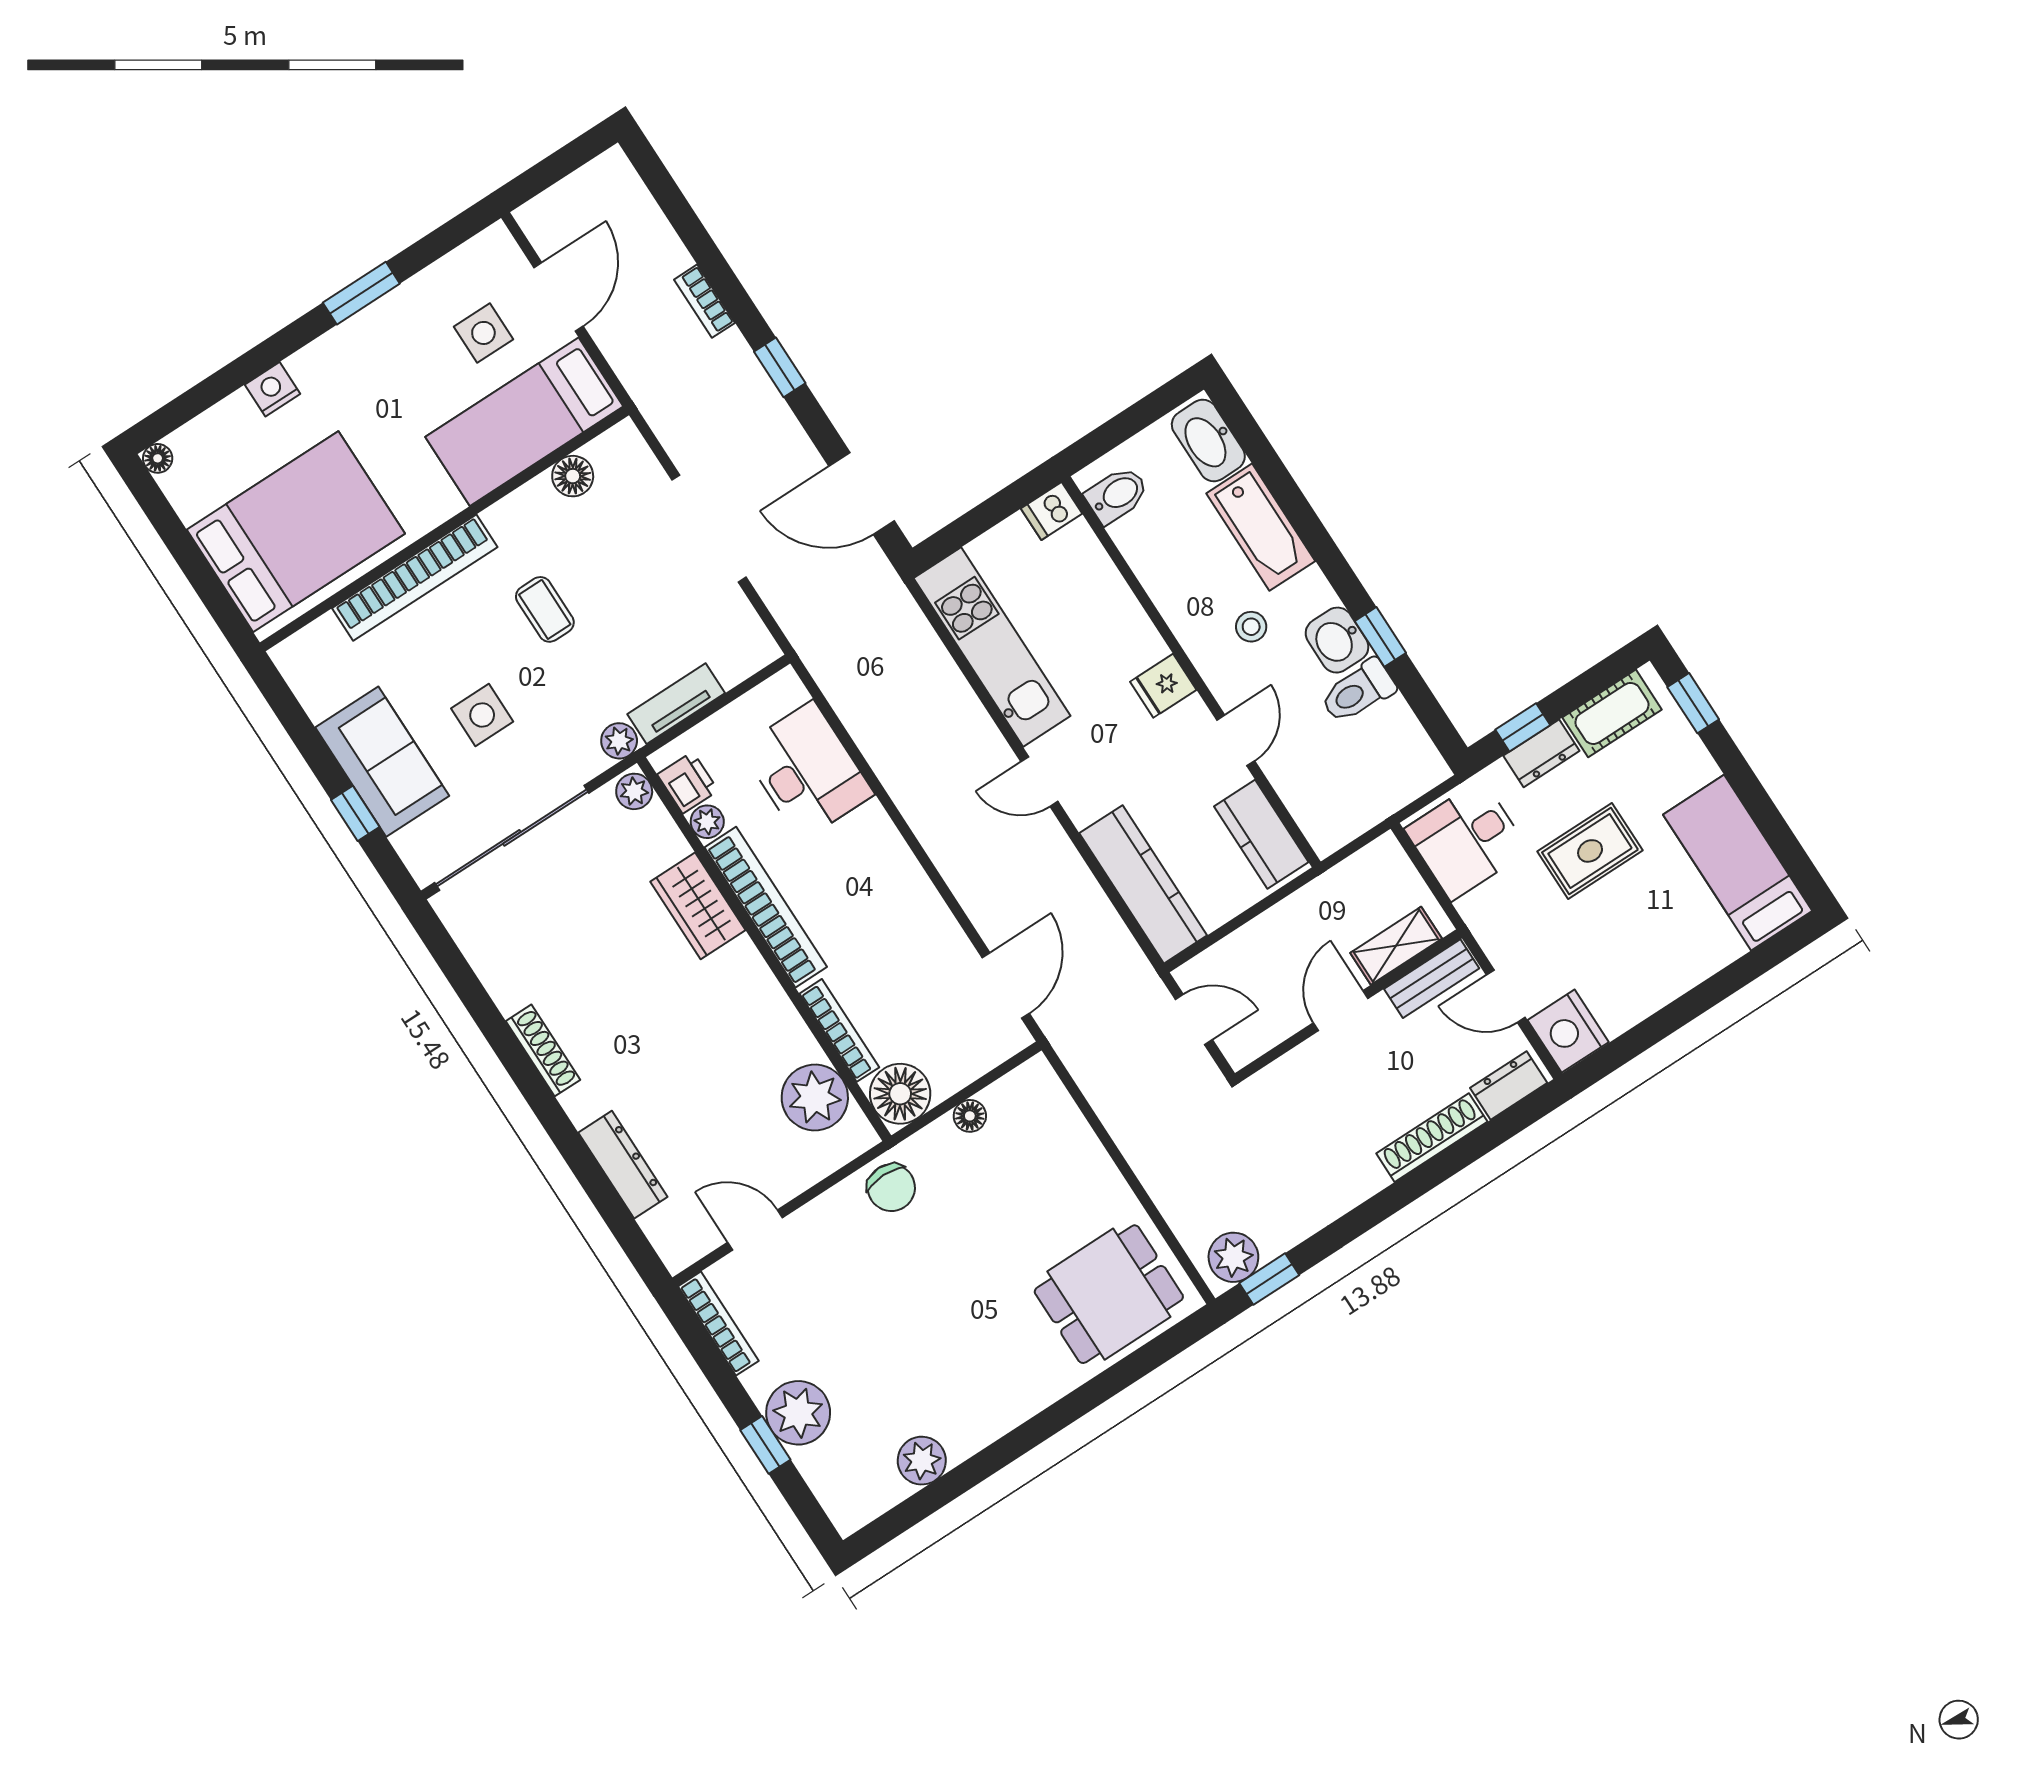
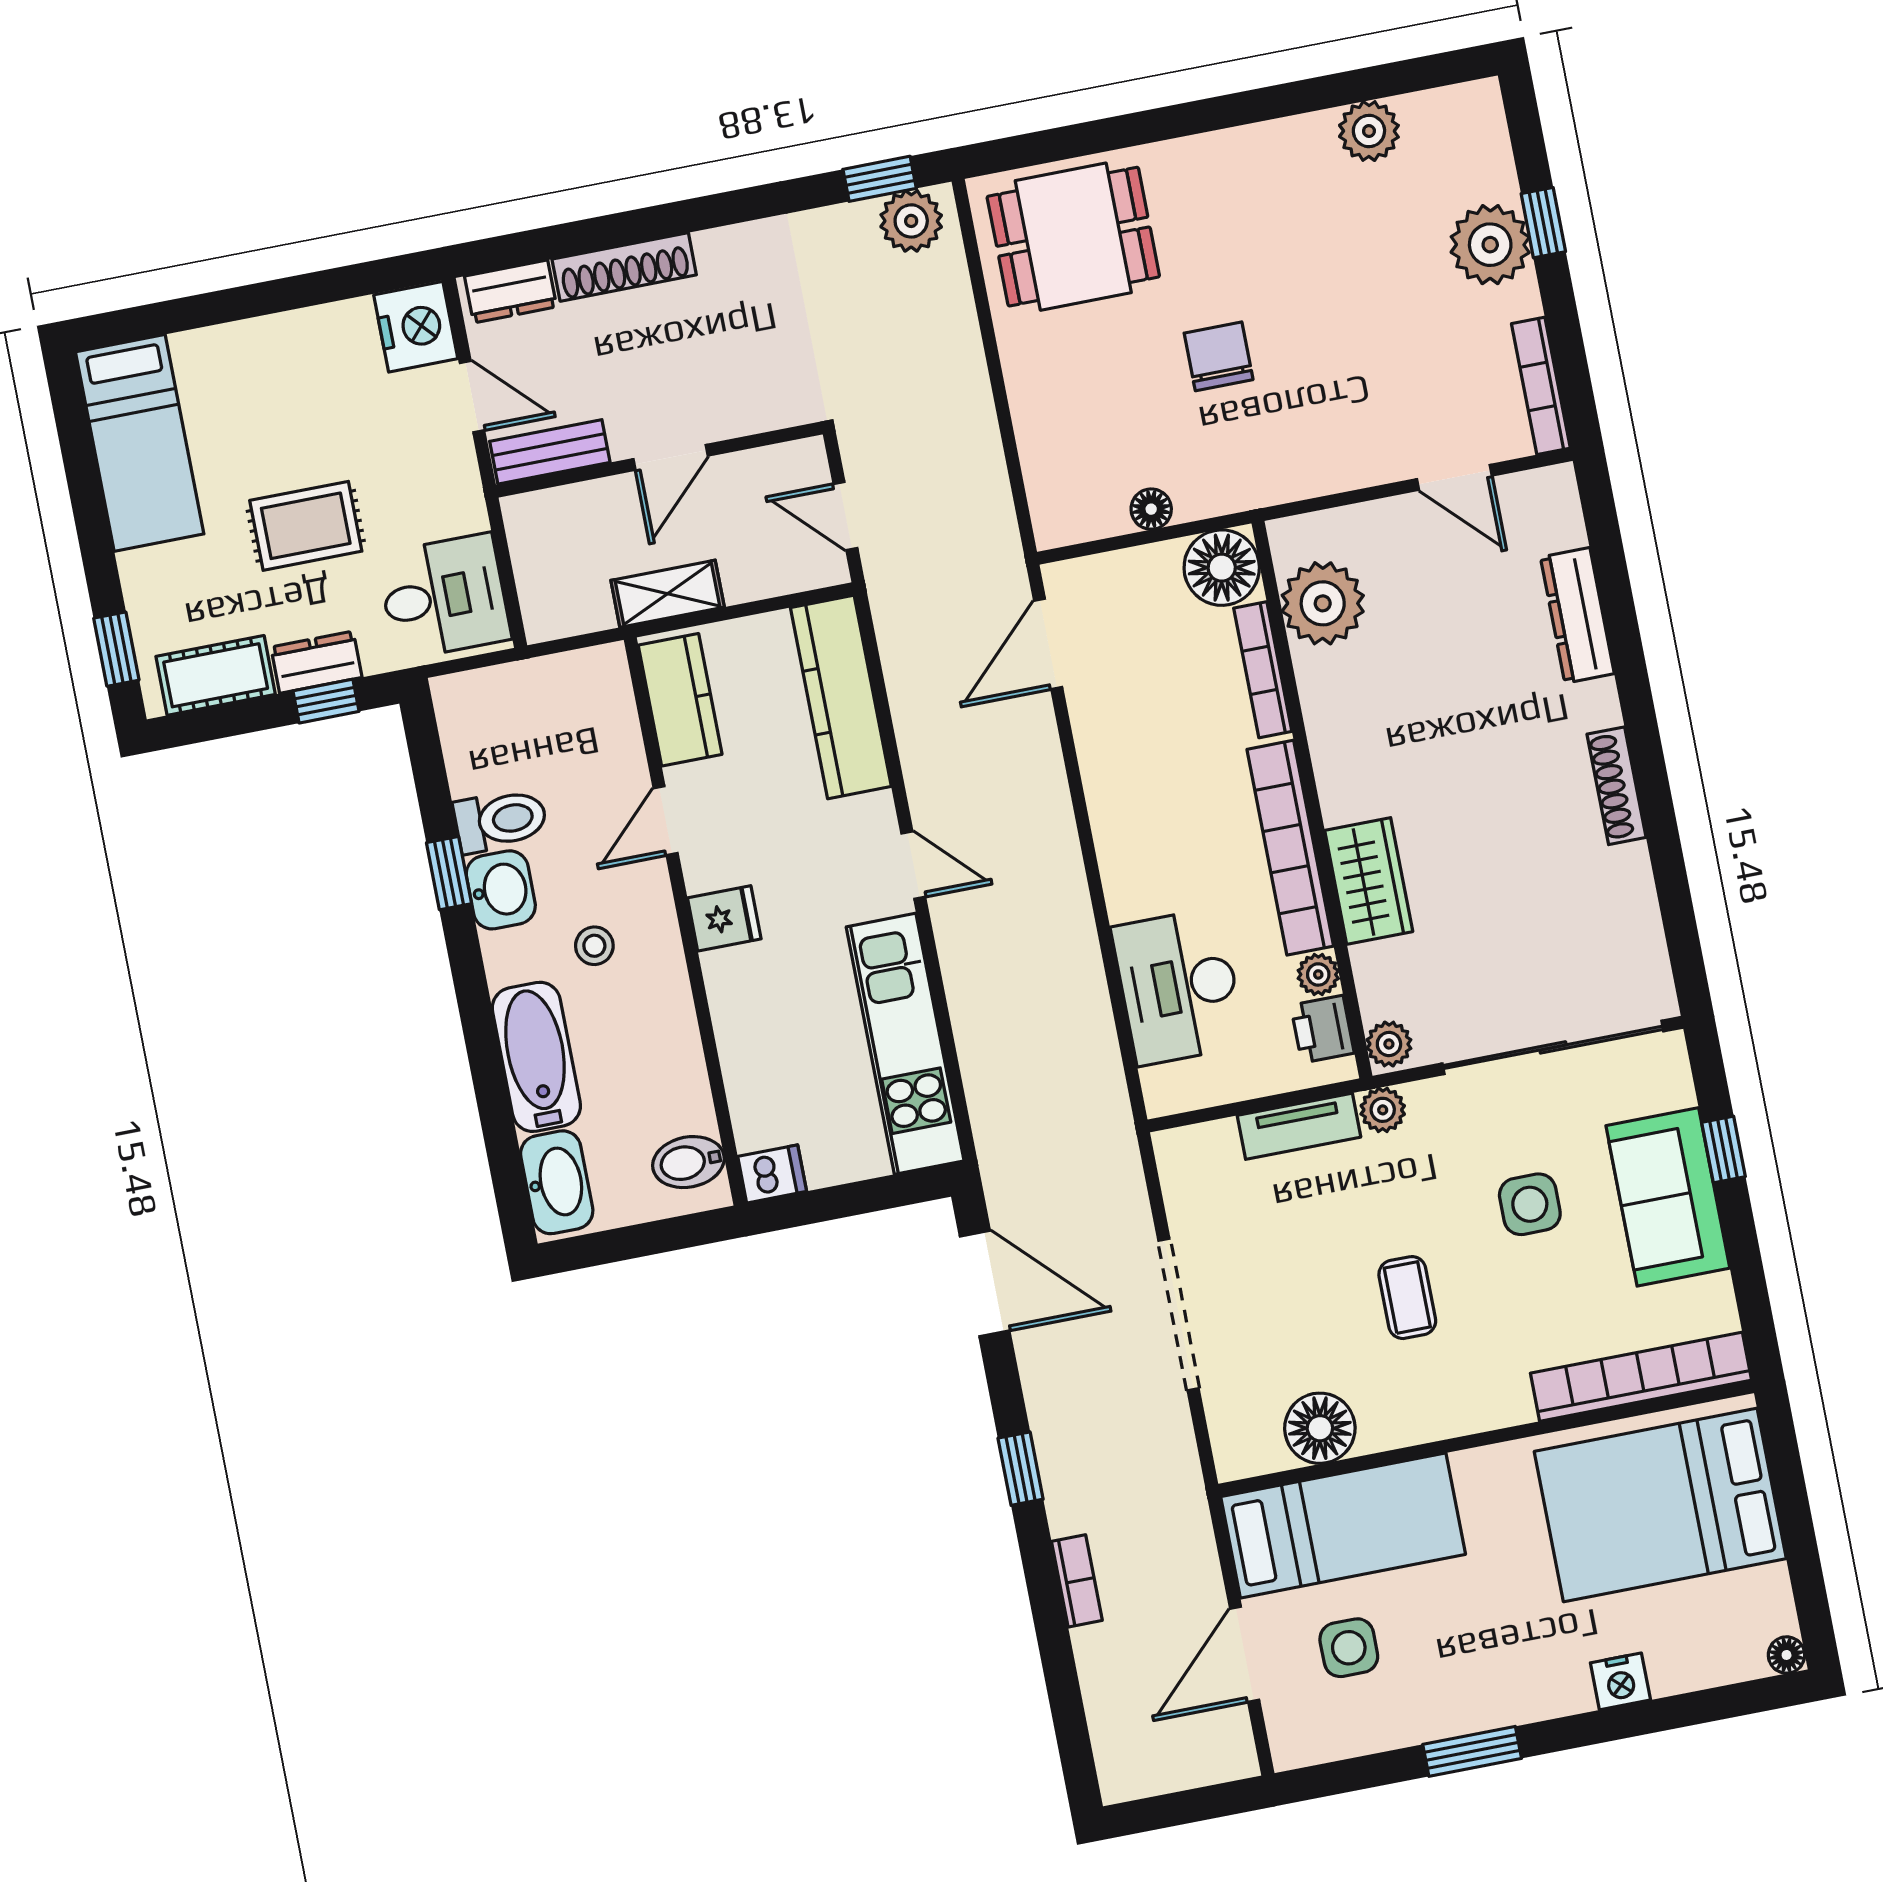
floor lamp: (573, 476) -> (1320, 1428), width x1.38, depth x1.38
bookcase: (415, 578) -> (1641, 1377), moved
shelving: (1396, 946) -> (668, 594), moved
chair: (891, 1188) -> (1219, 356), moved

